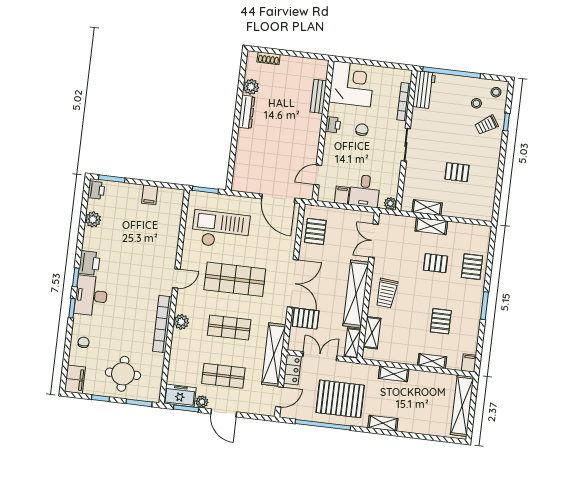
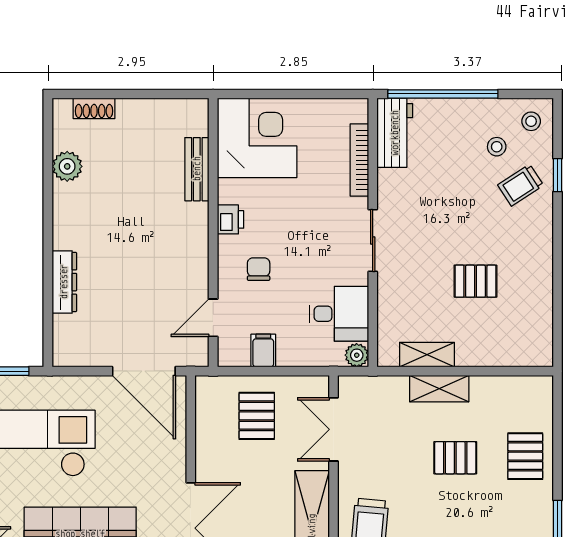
dresser: (246, 112) -> (64, 282), moved
chair: (362, 130) -> (259, 269), moved
desk: (365, 191) -> (339, 314), moved, turned -90
pallet: (315, 231) -> (257, 416), moved

